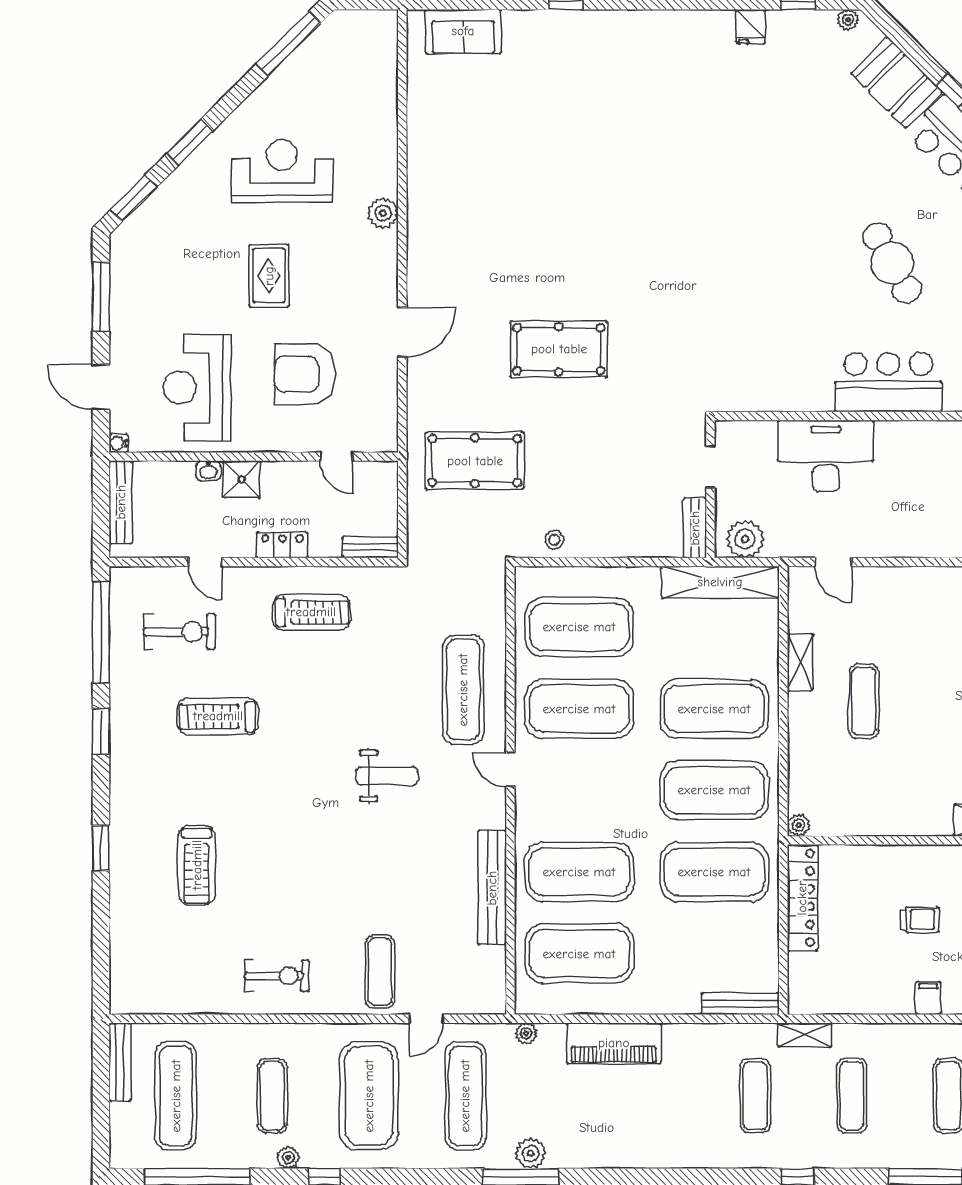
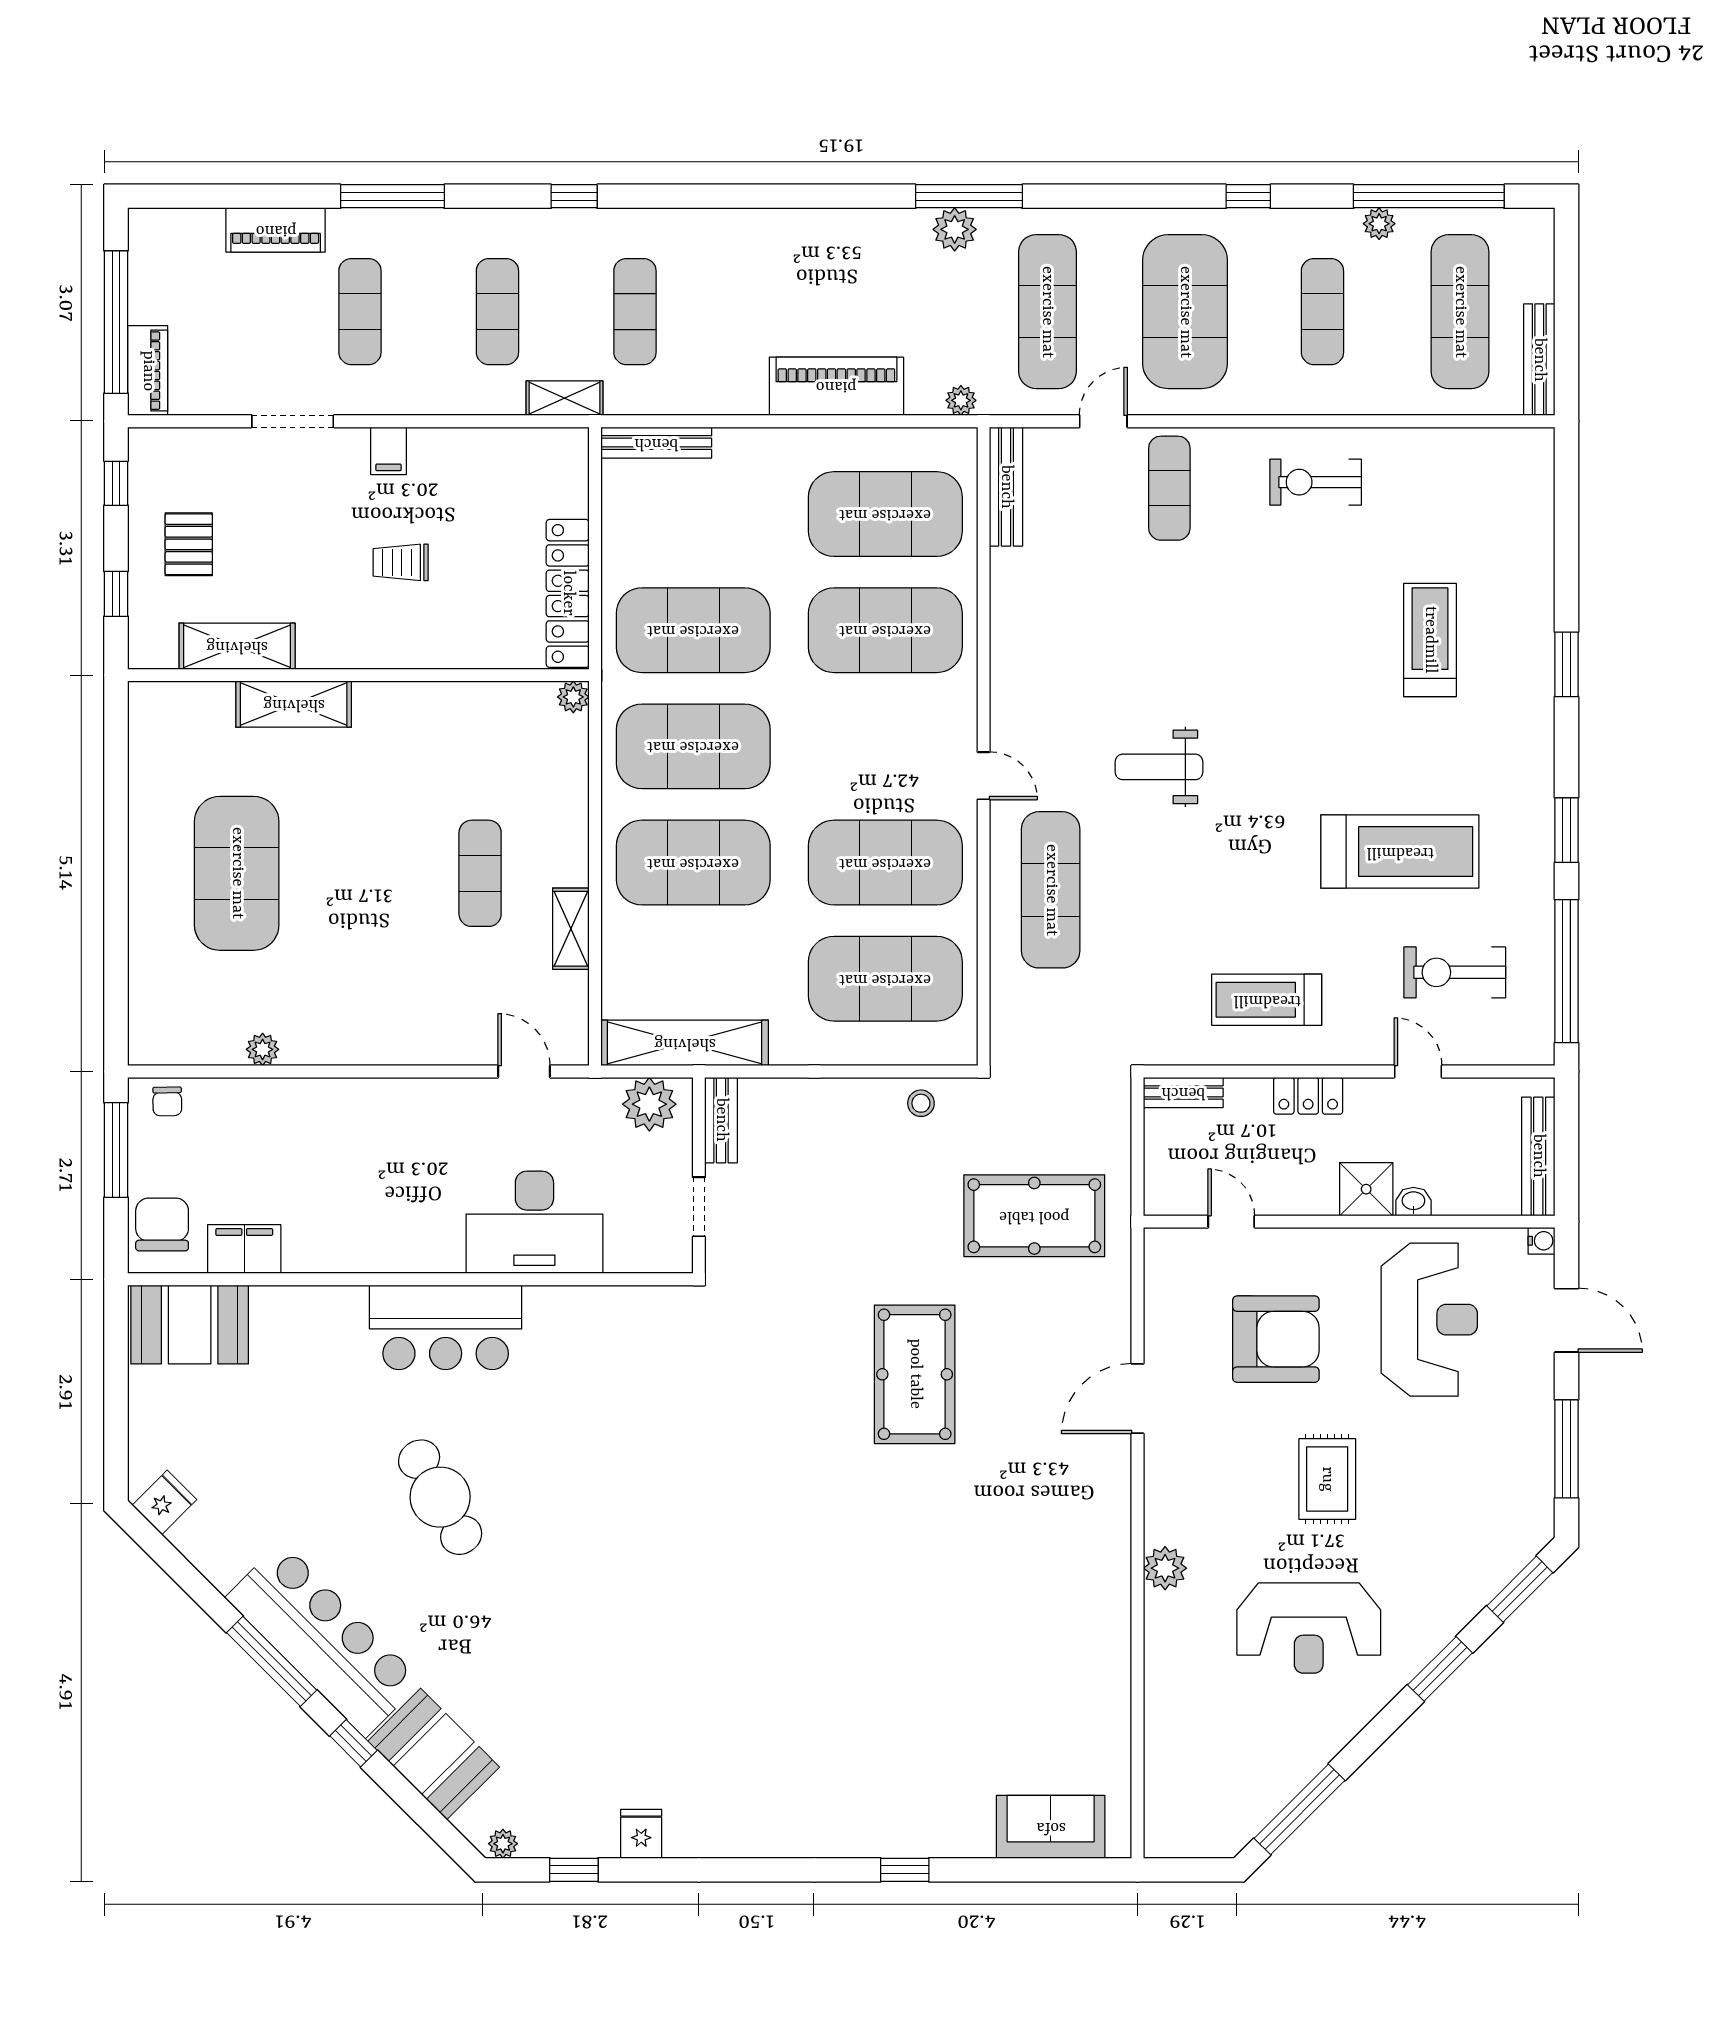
pool table: (559, 349) -> (915, 1374), turned 90
treadmill: (218, 716) -> (1400, 852), width x1.37, depth x1.38
bench: (492, 888) -> (1006, 487), moved, width x0.73, depth x0.82
plant: (288, 1158) -> (1379, 224), moved

